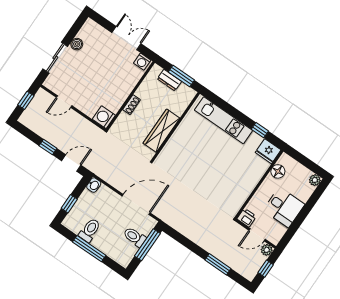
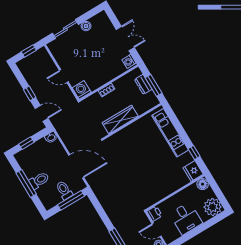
door: (64, 102) -> (64, 76), moved
floor lamp: (278, 171) -> (203, 184), moved
plant: (315, 180) -> (213, 207), width x1.87, depth x1.87
toilet: (90, 230) -> (39, 180), moved

